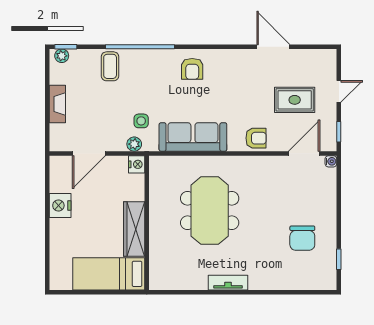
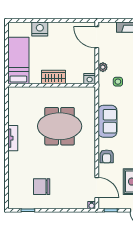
sofa: (193, 137) -> (107, 121), width x0.73
plant: (134, 144) -> (103, 67), moved
door: (89, 153) -> (97, 37), moved
nightstand: (60, 205) -> (40, 29), moved
wardrobe: (134, 229) -> (53, 77), width x0.67

